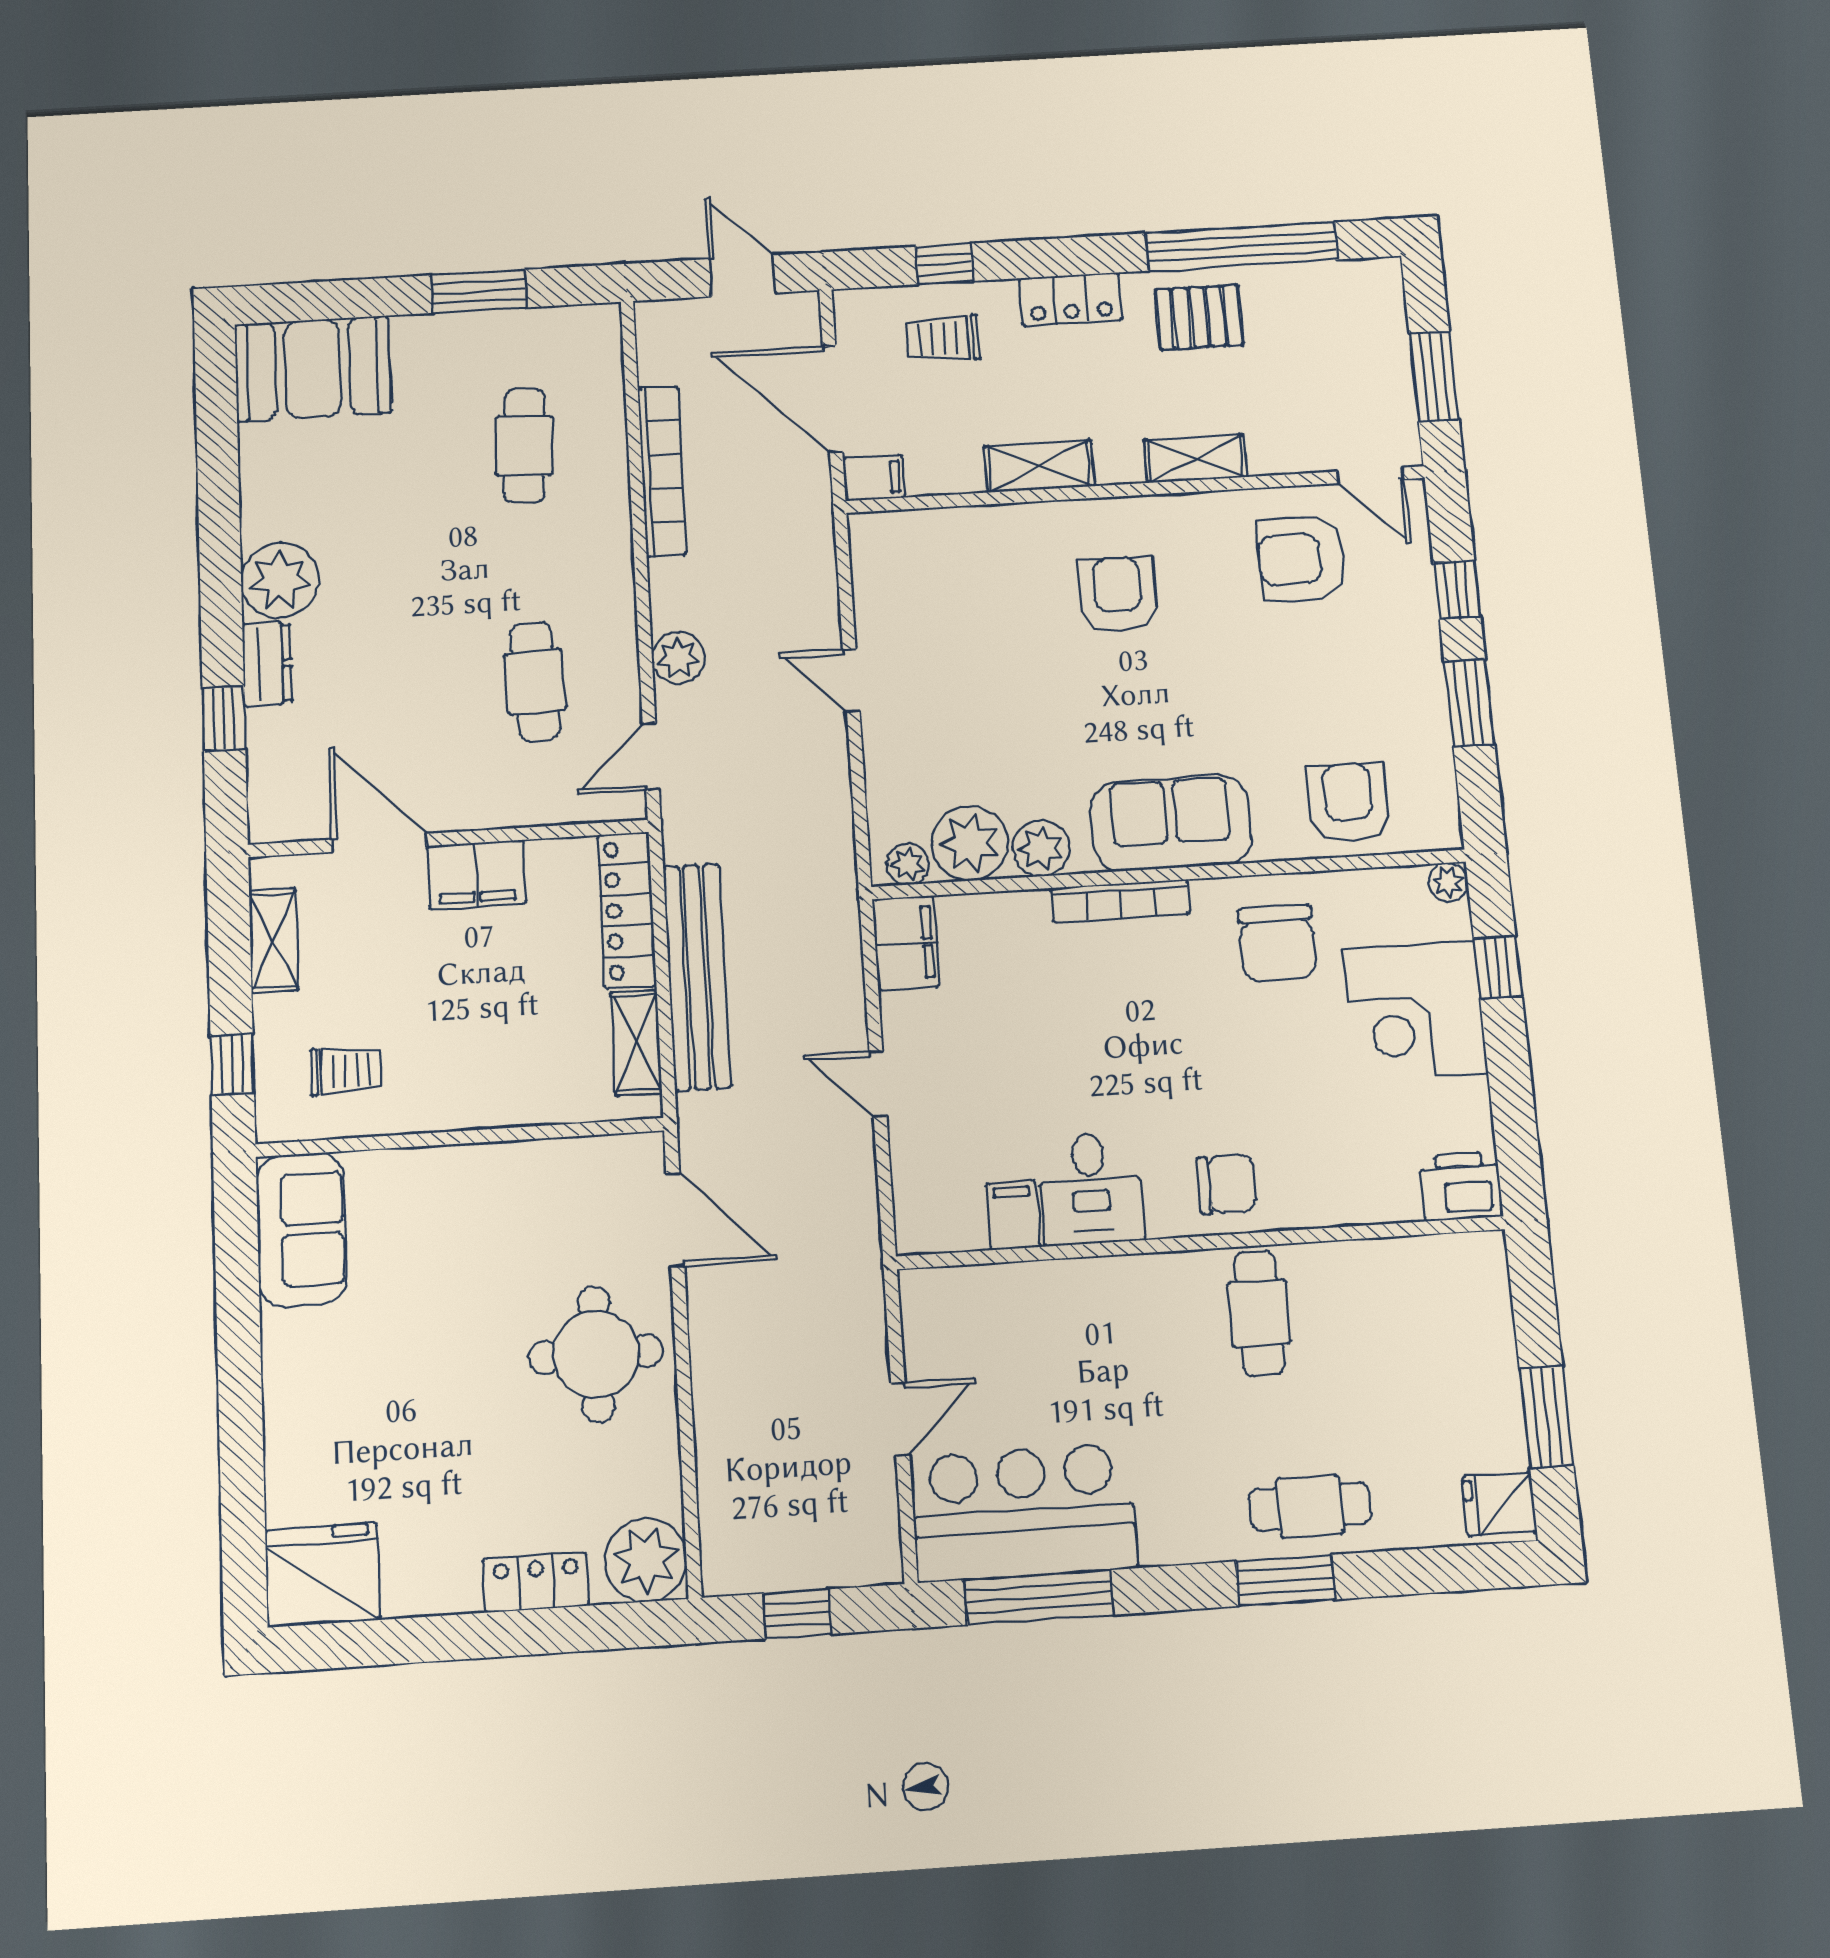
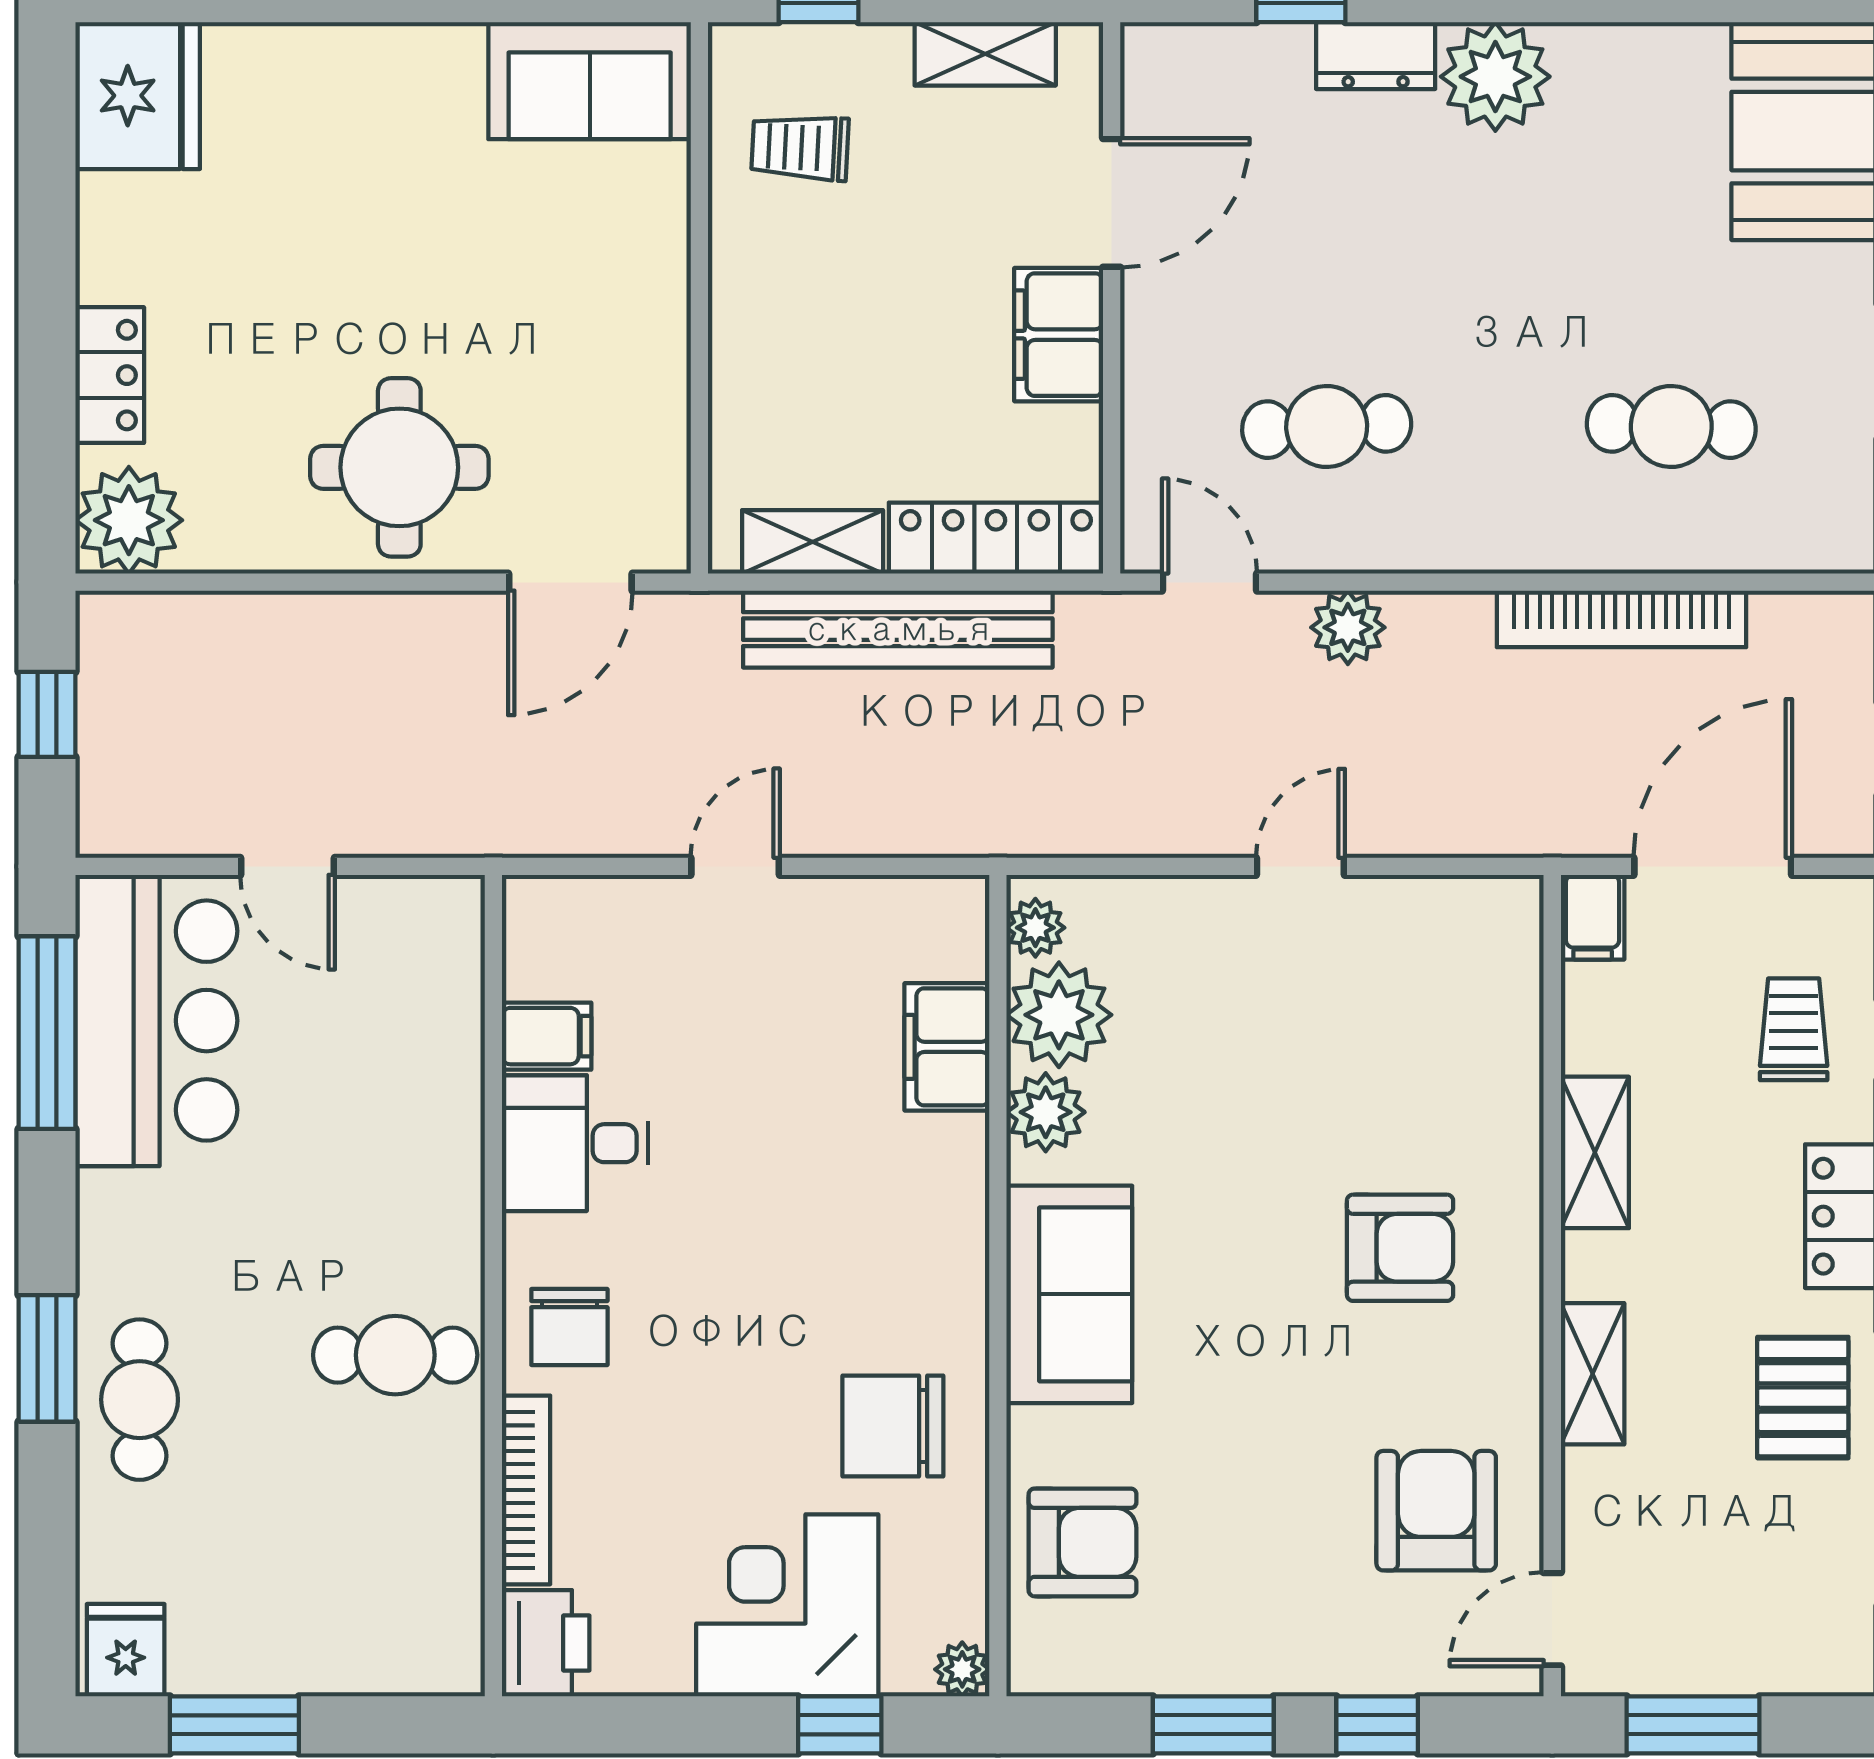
bookcase: (1121, 901) -> (526, 1490), moved, turned 180
filing cabinet: (906, 943) -> (947, 1047), moved, turned 90
trolley: (346, 1071) -> (800, 148), turned 93

